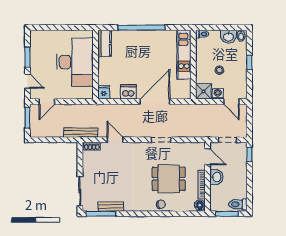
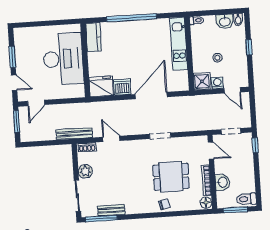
fridge: (104, 92) -> (101, 86), width x1.88, depth x1.34
plant: (89, 169) -> (85, 171), added
washbasin: (216, 177) -> (222, 182), moved

